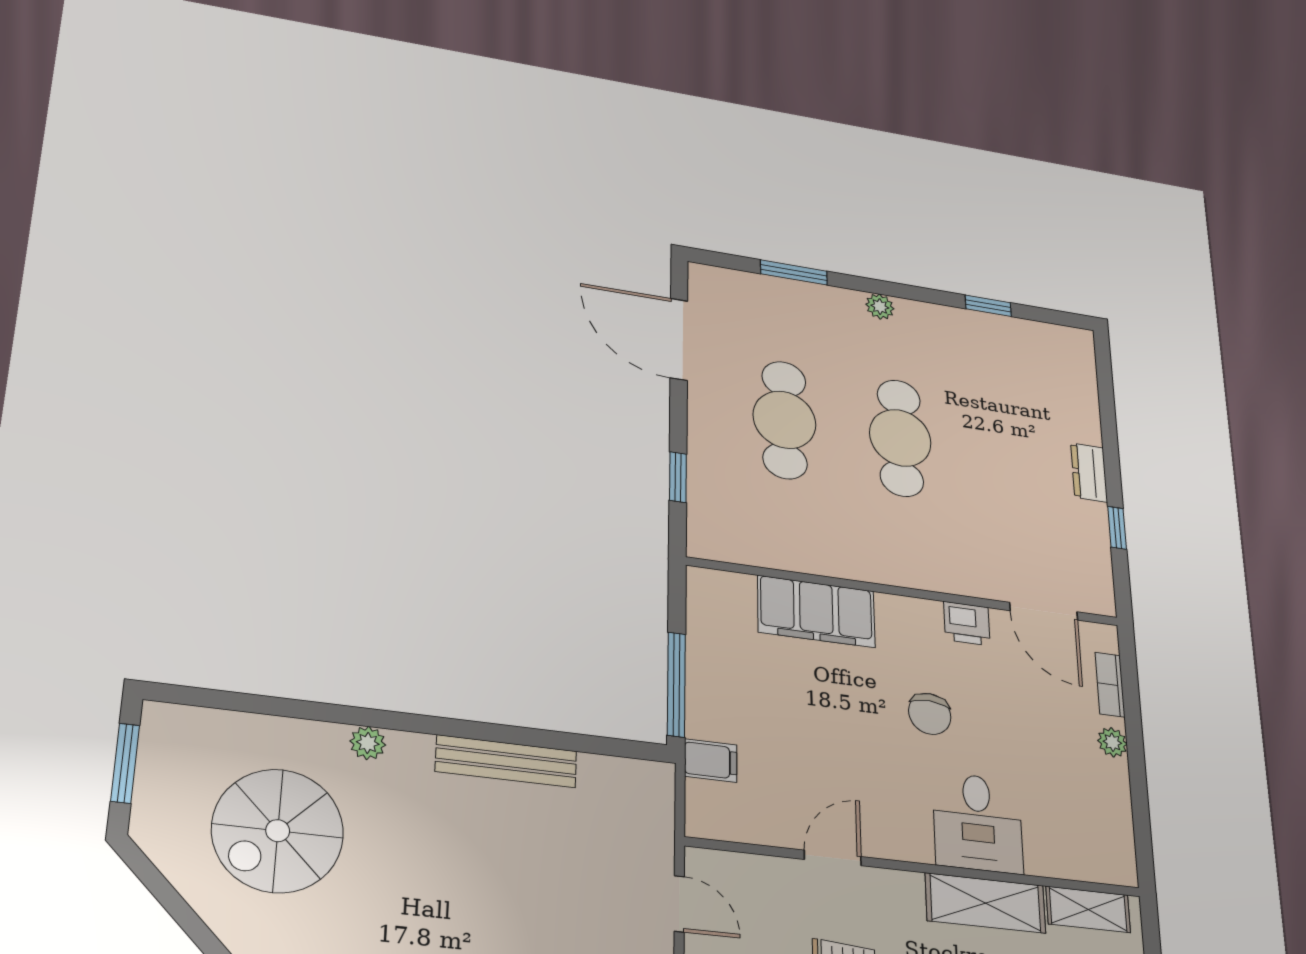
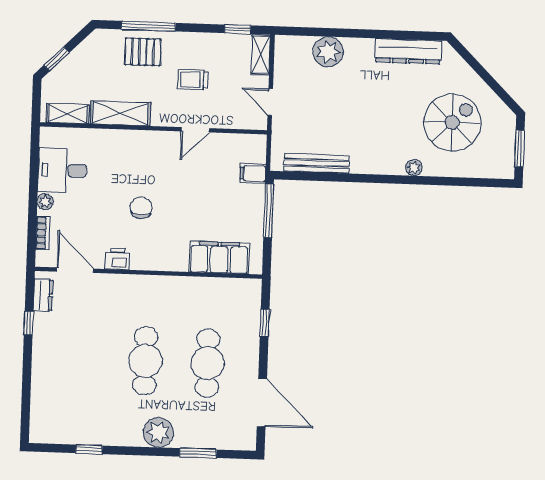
plant: (880, 307) -> (158, 433), width x1.88, depth x1.88
dresser: (1089, 473) -> (43, 295), moved
filing cabinet: (816, 611) -> (219, 258), moved
bench: (506, 761) -> (316, 163), moved
desk: (978, 823) -> (62, 170), moved, turned -90

